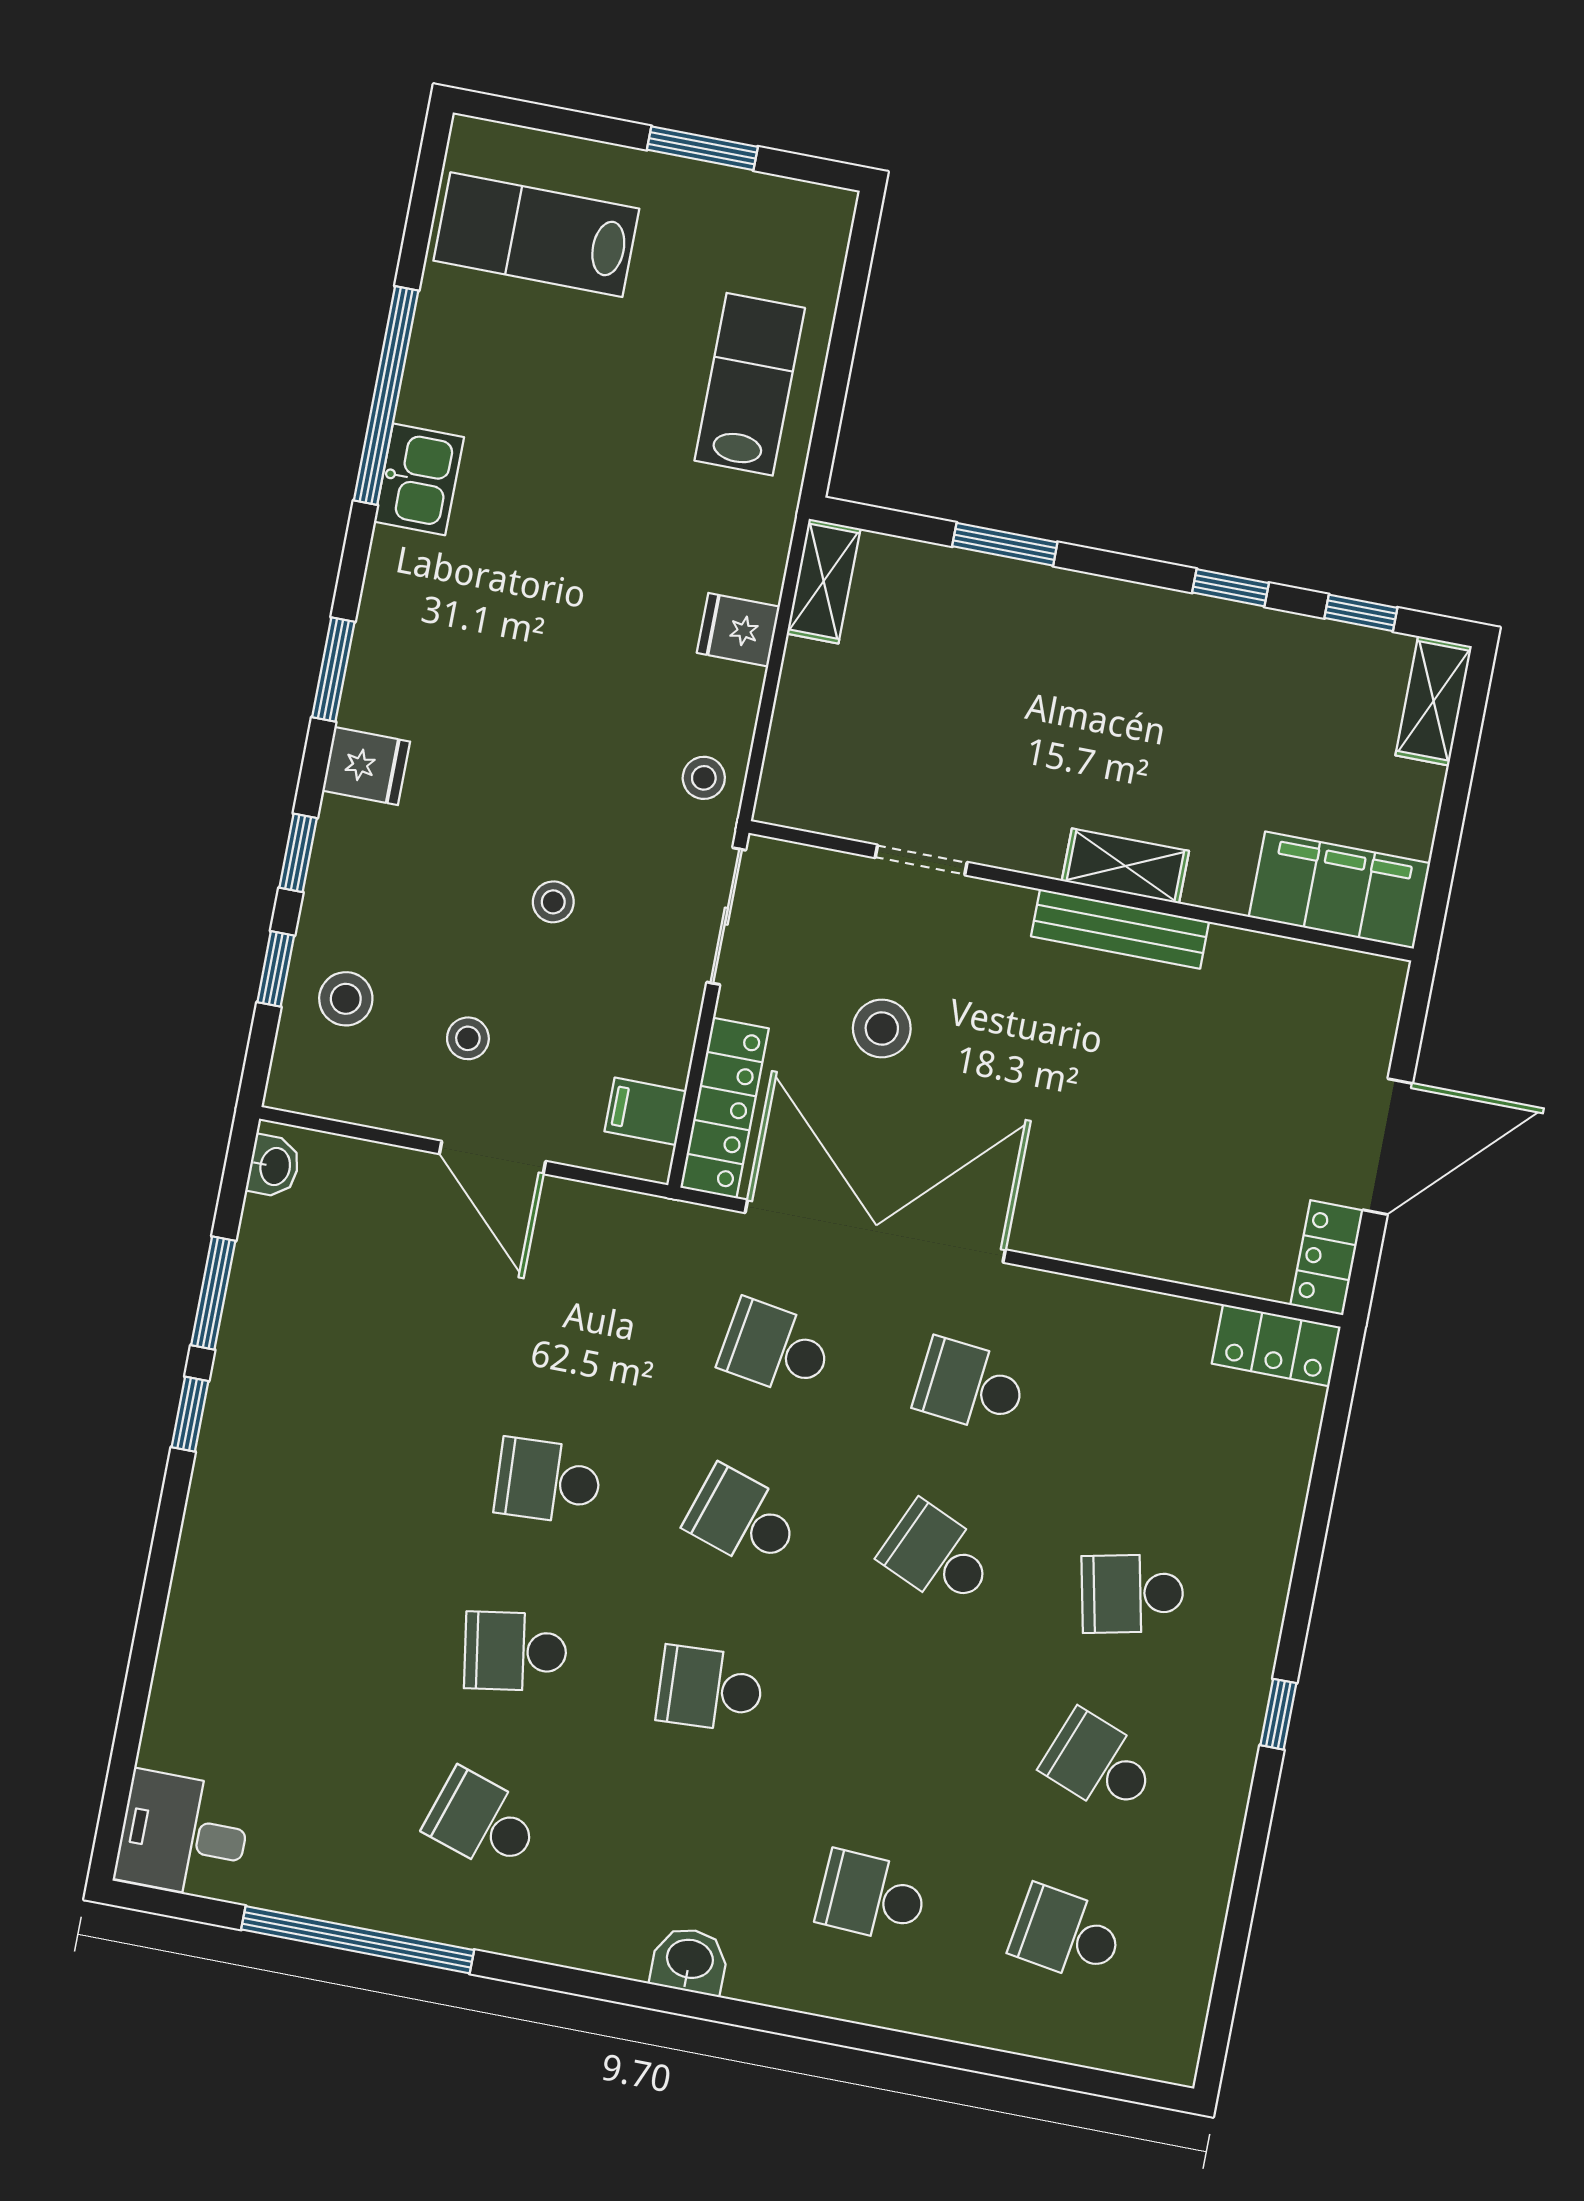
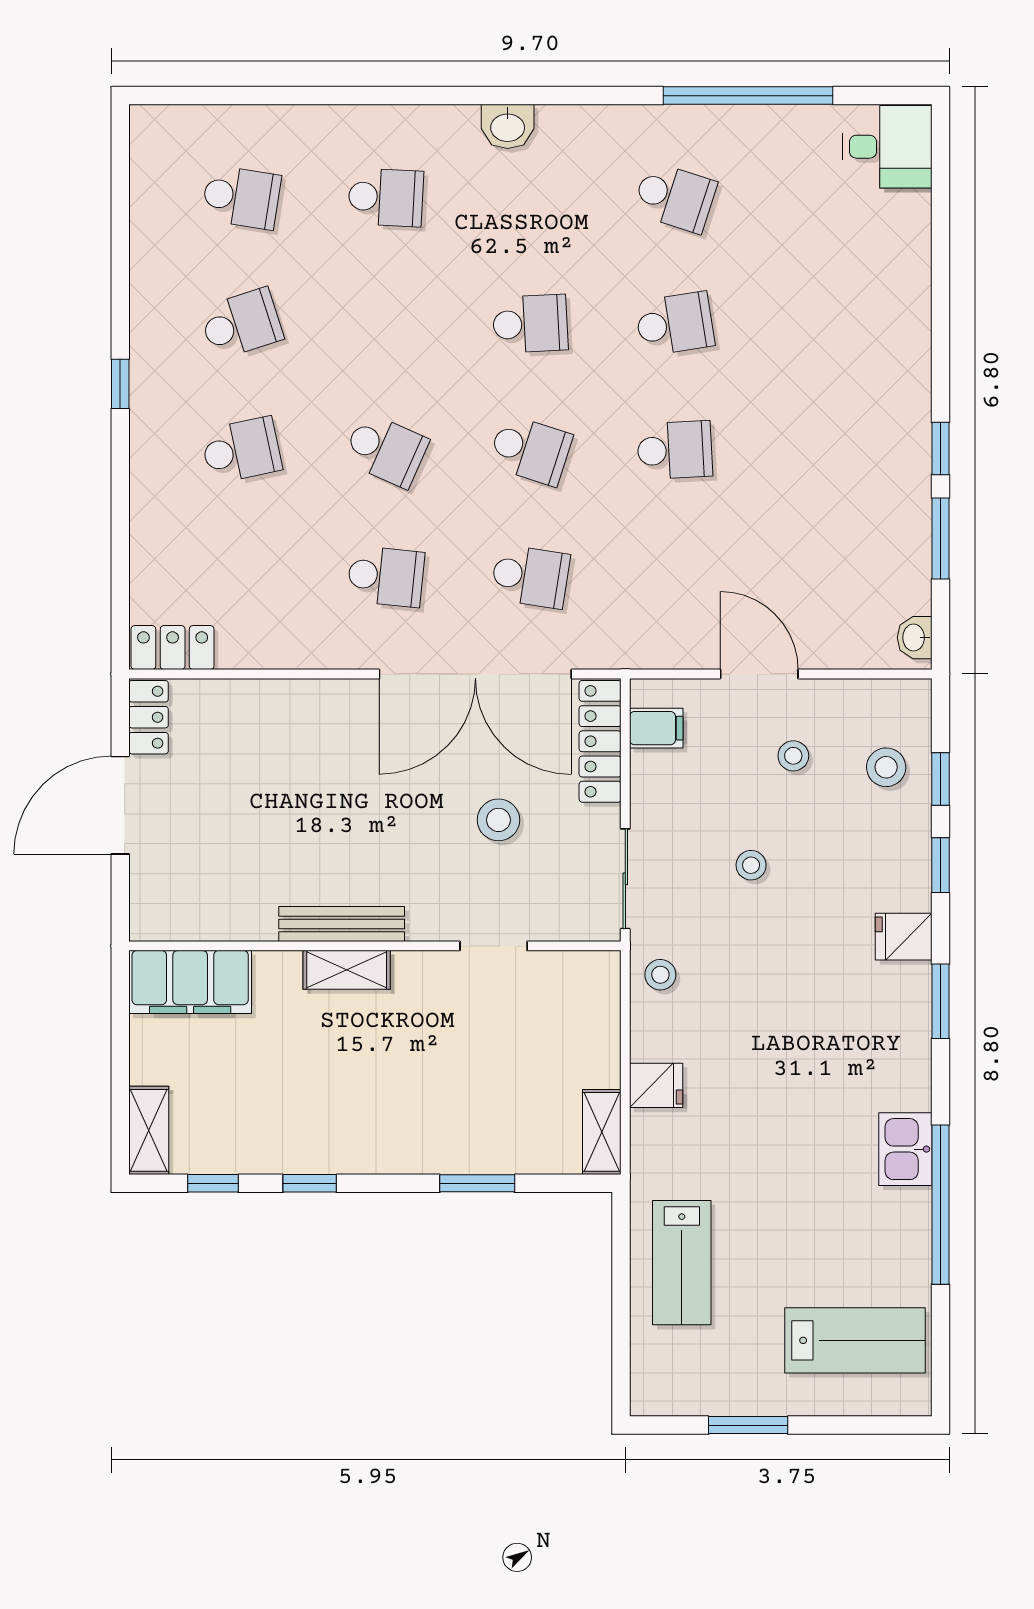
school desk: (1100, 1764) -> (241, 324), turned -39

